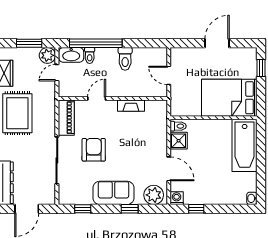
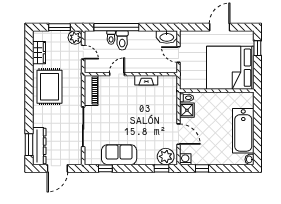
washbasin: (71, 55) -> (167, 37), moved
toilet: (125, 59) -> (122, 40), moved
door: (57, 73) -> (83, 52), swing flipped
bed: (229, 98) -> (230, 68), width x1.36
bathtub: (245, 145) -> (243, 131), moved
armchair: (94, 150) -> (115, 118), removed
sofa: (113, 193) -> (119, 155), moved
window: (130, 209) -> (161, 168), moved

